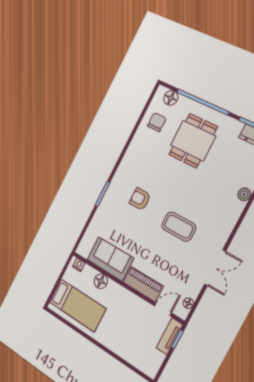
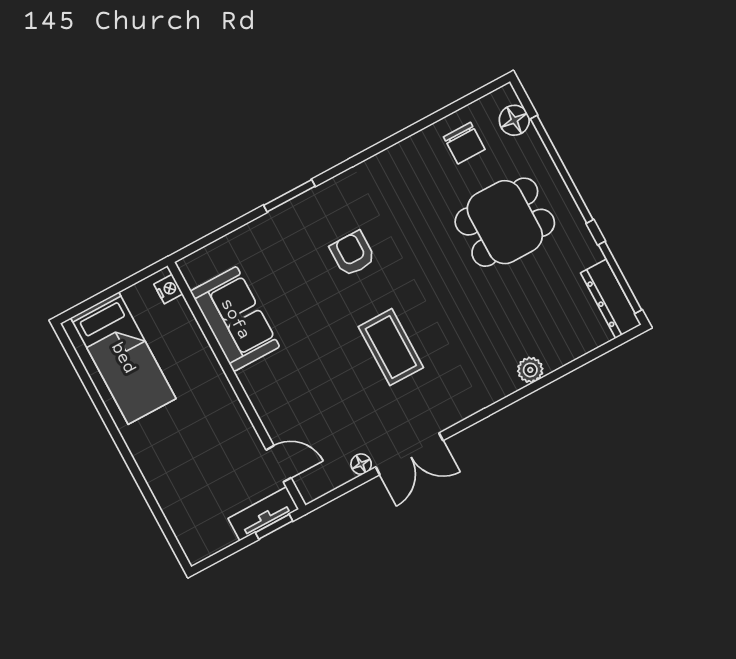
chair: (157, 122) -> (464, 143), turned 90
floor lamp: (101, 281) -> (194, 345), removed
piano: (143, 284) -> (269, 401), removed
floor lamp: (188, 303) -> (361, 464), moved

